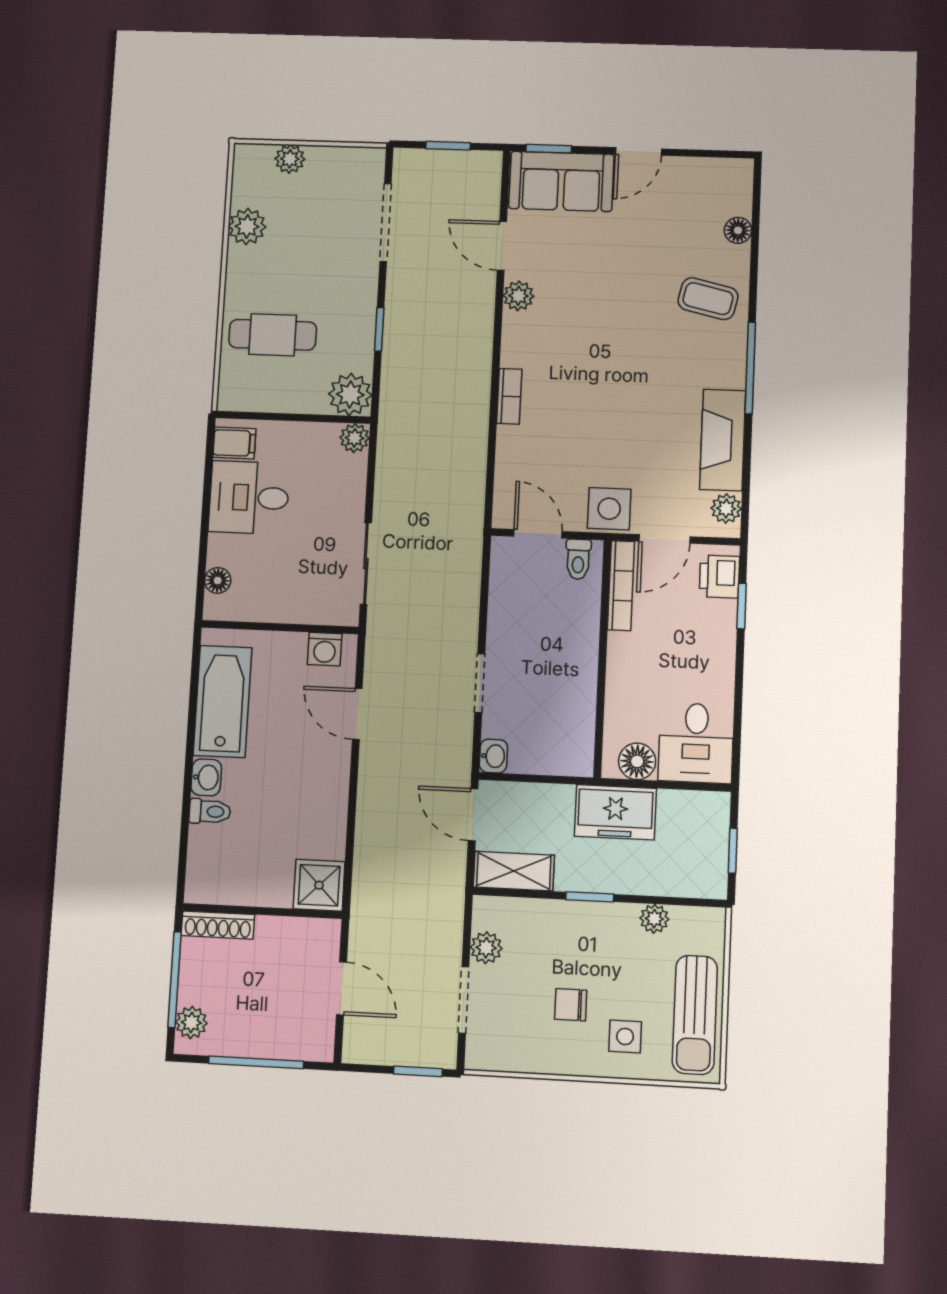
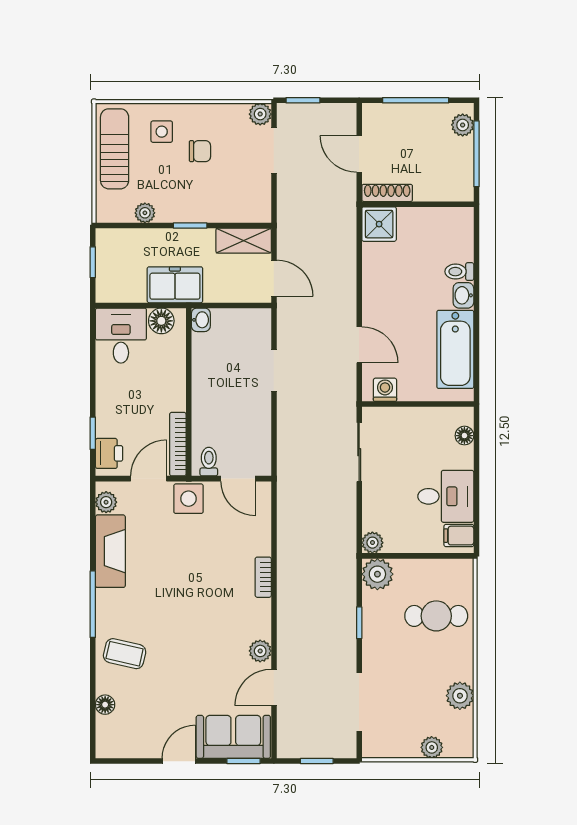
door: (502, 246) -> (274, 687), swing flipped
washbasin: (493, 756) -> (201, 320), moved, turned 180
shoe rack: (218, 925) -> (387, 193), moved
plant: (486, 948) -> (260, 114), moved

